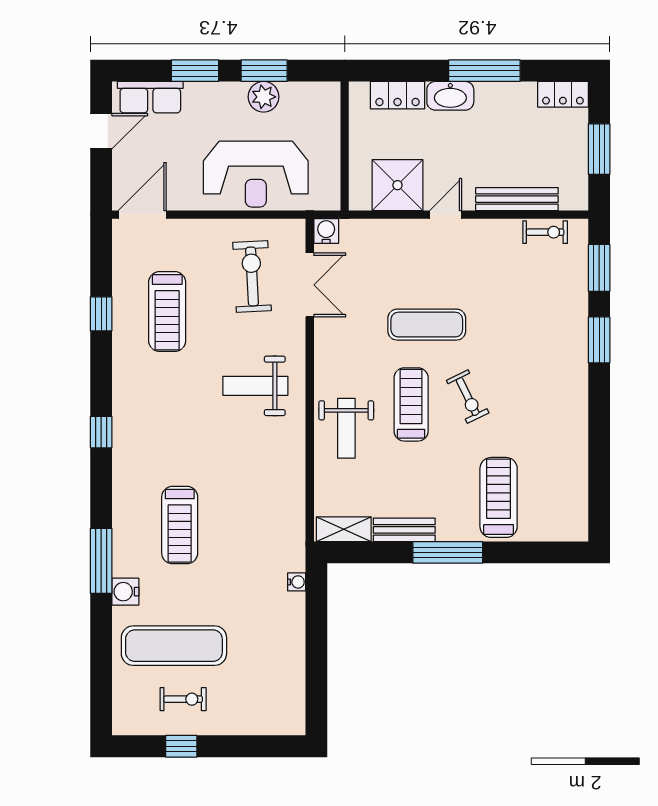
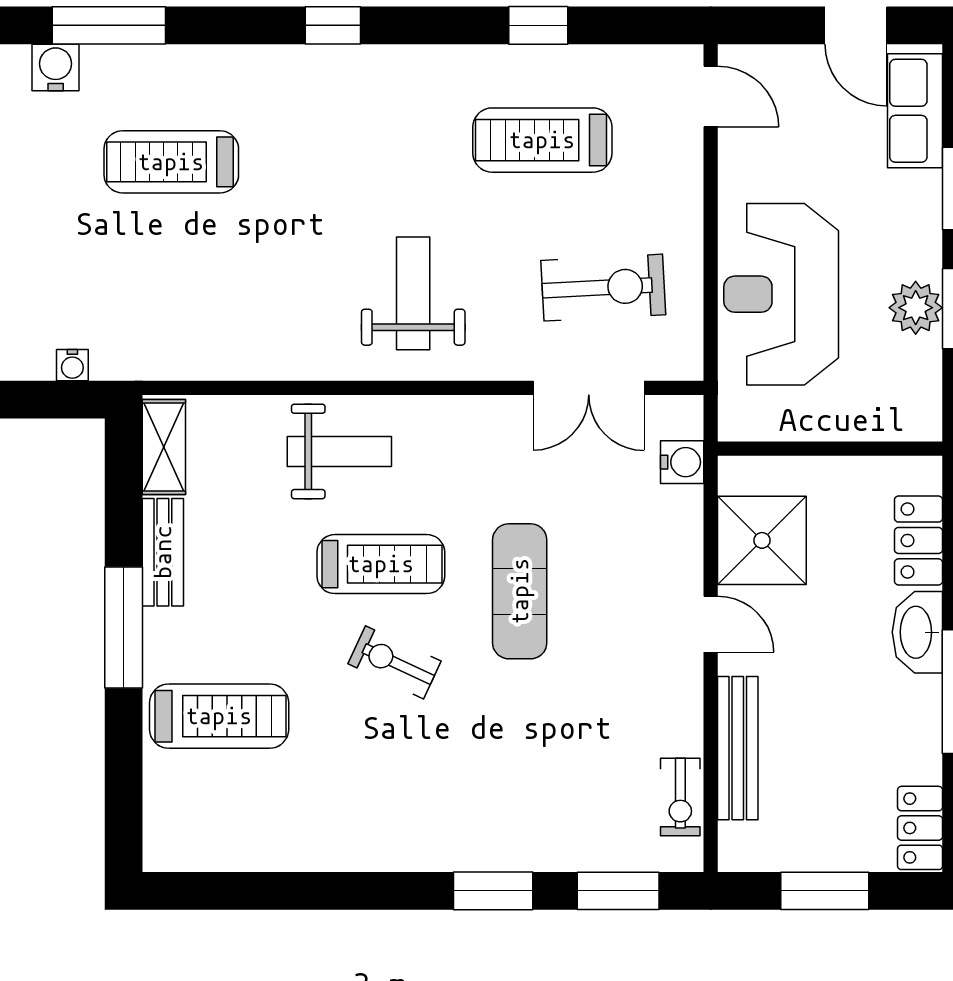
door: (142, 215) -> (711, 97), width x0.73
water cooler: (326, 231) -> (682, 462), moved
exercise bike: (468, 397) -> (395, 662), turned 51
weight bench: (346, 428) -> (339, 451), turned 180

